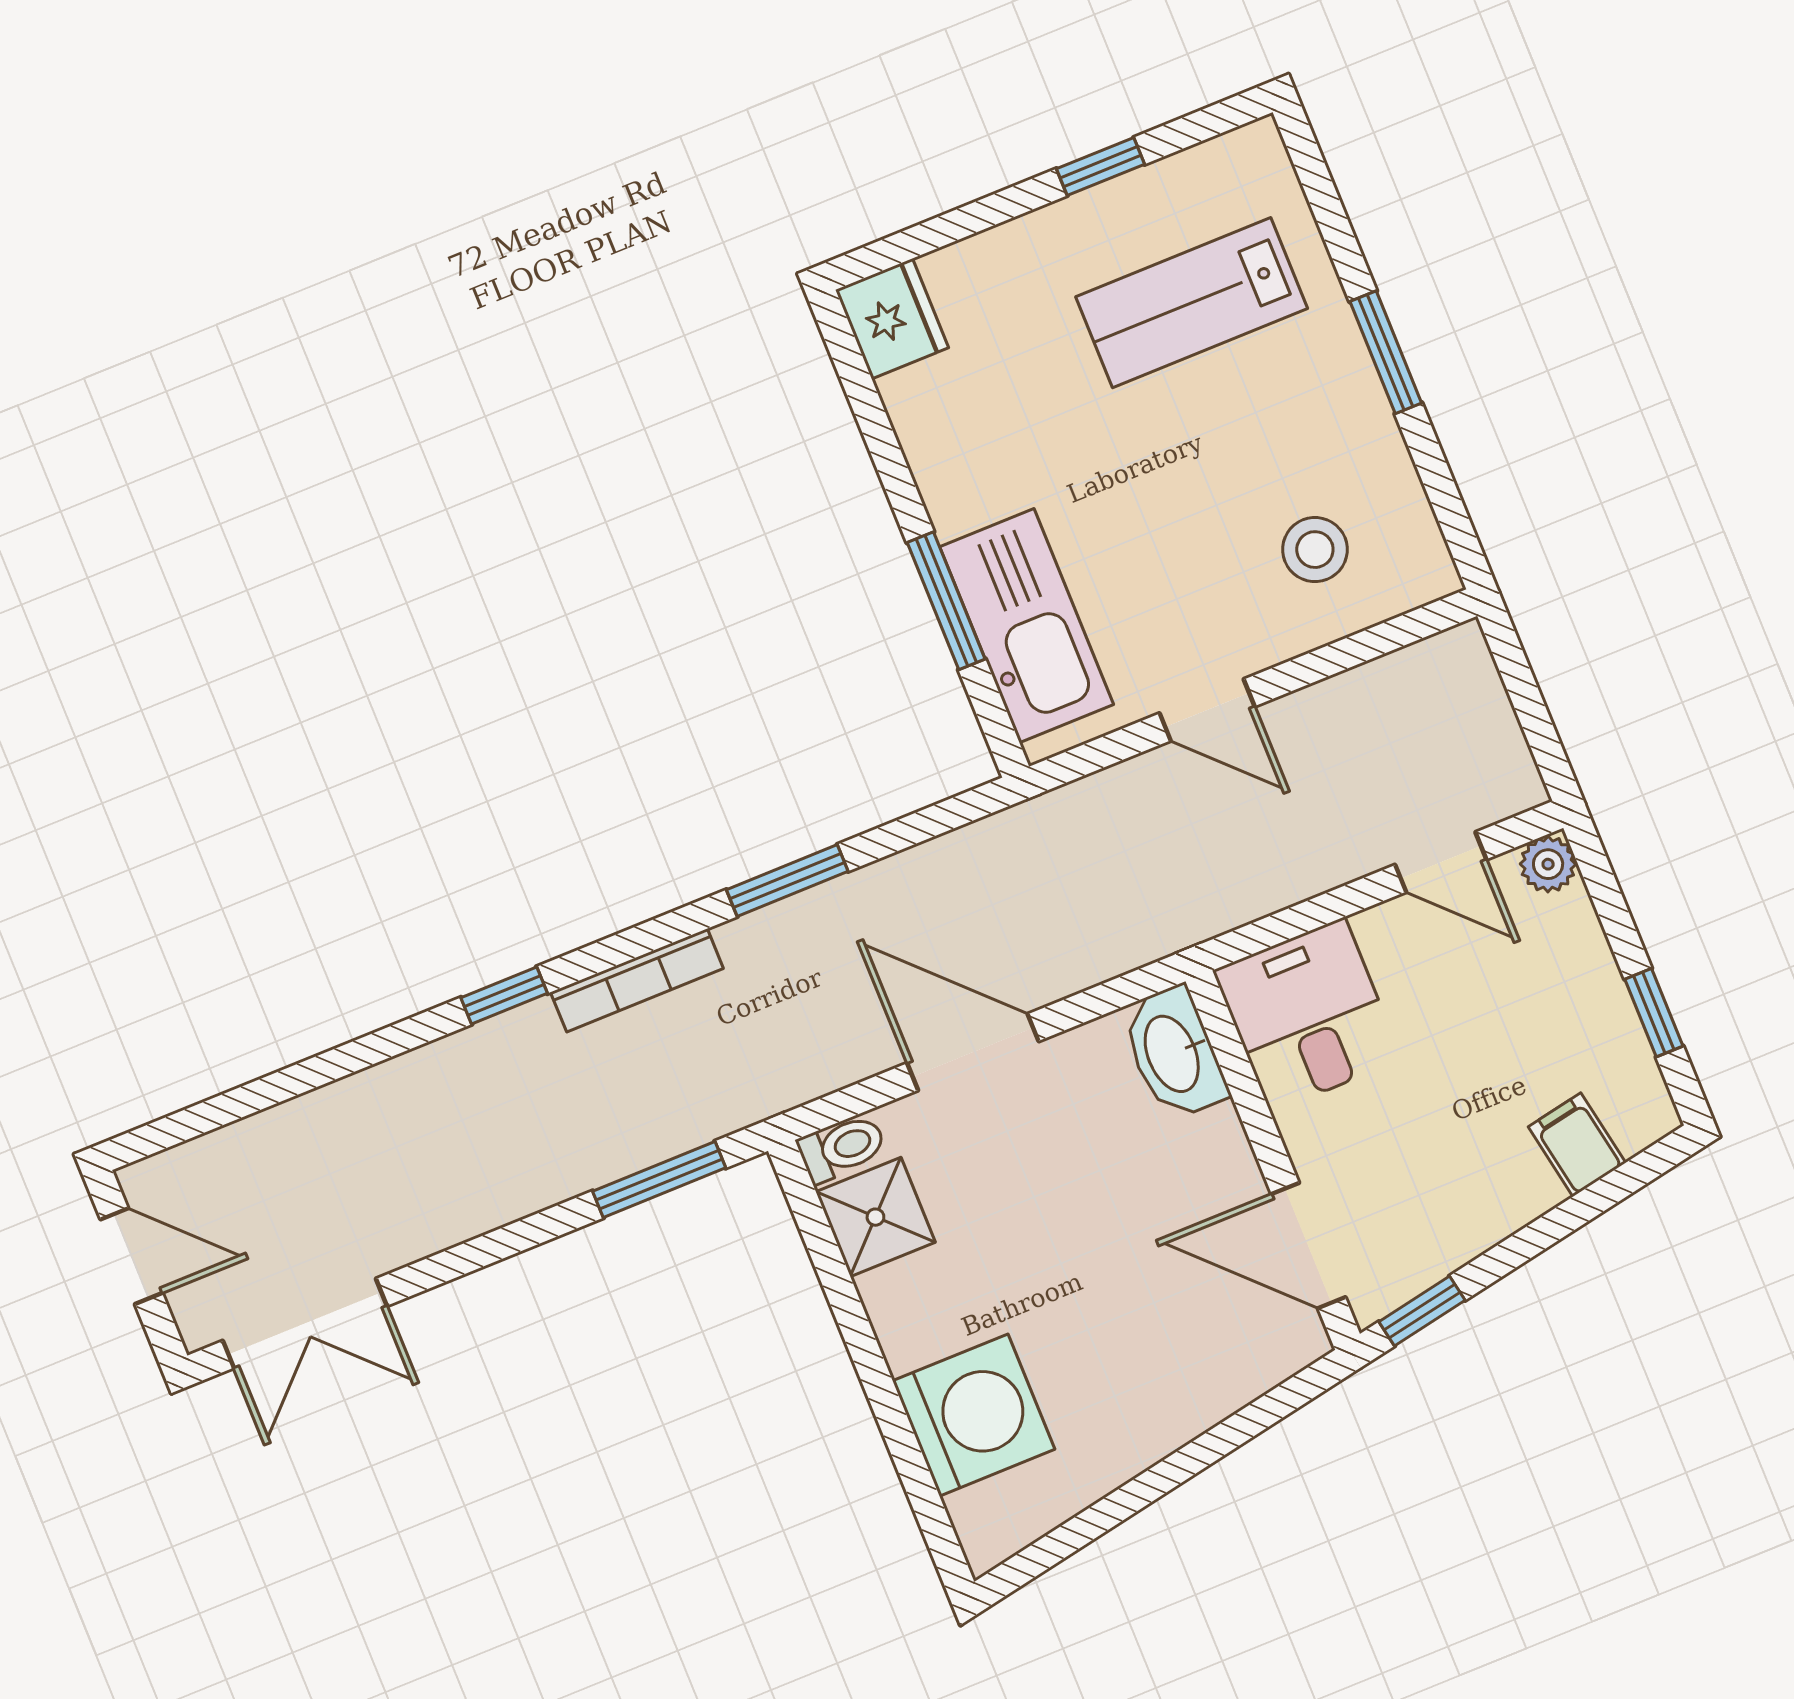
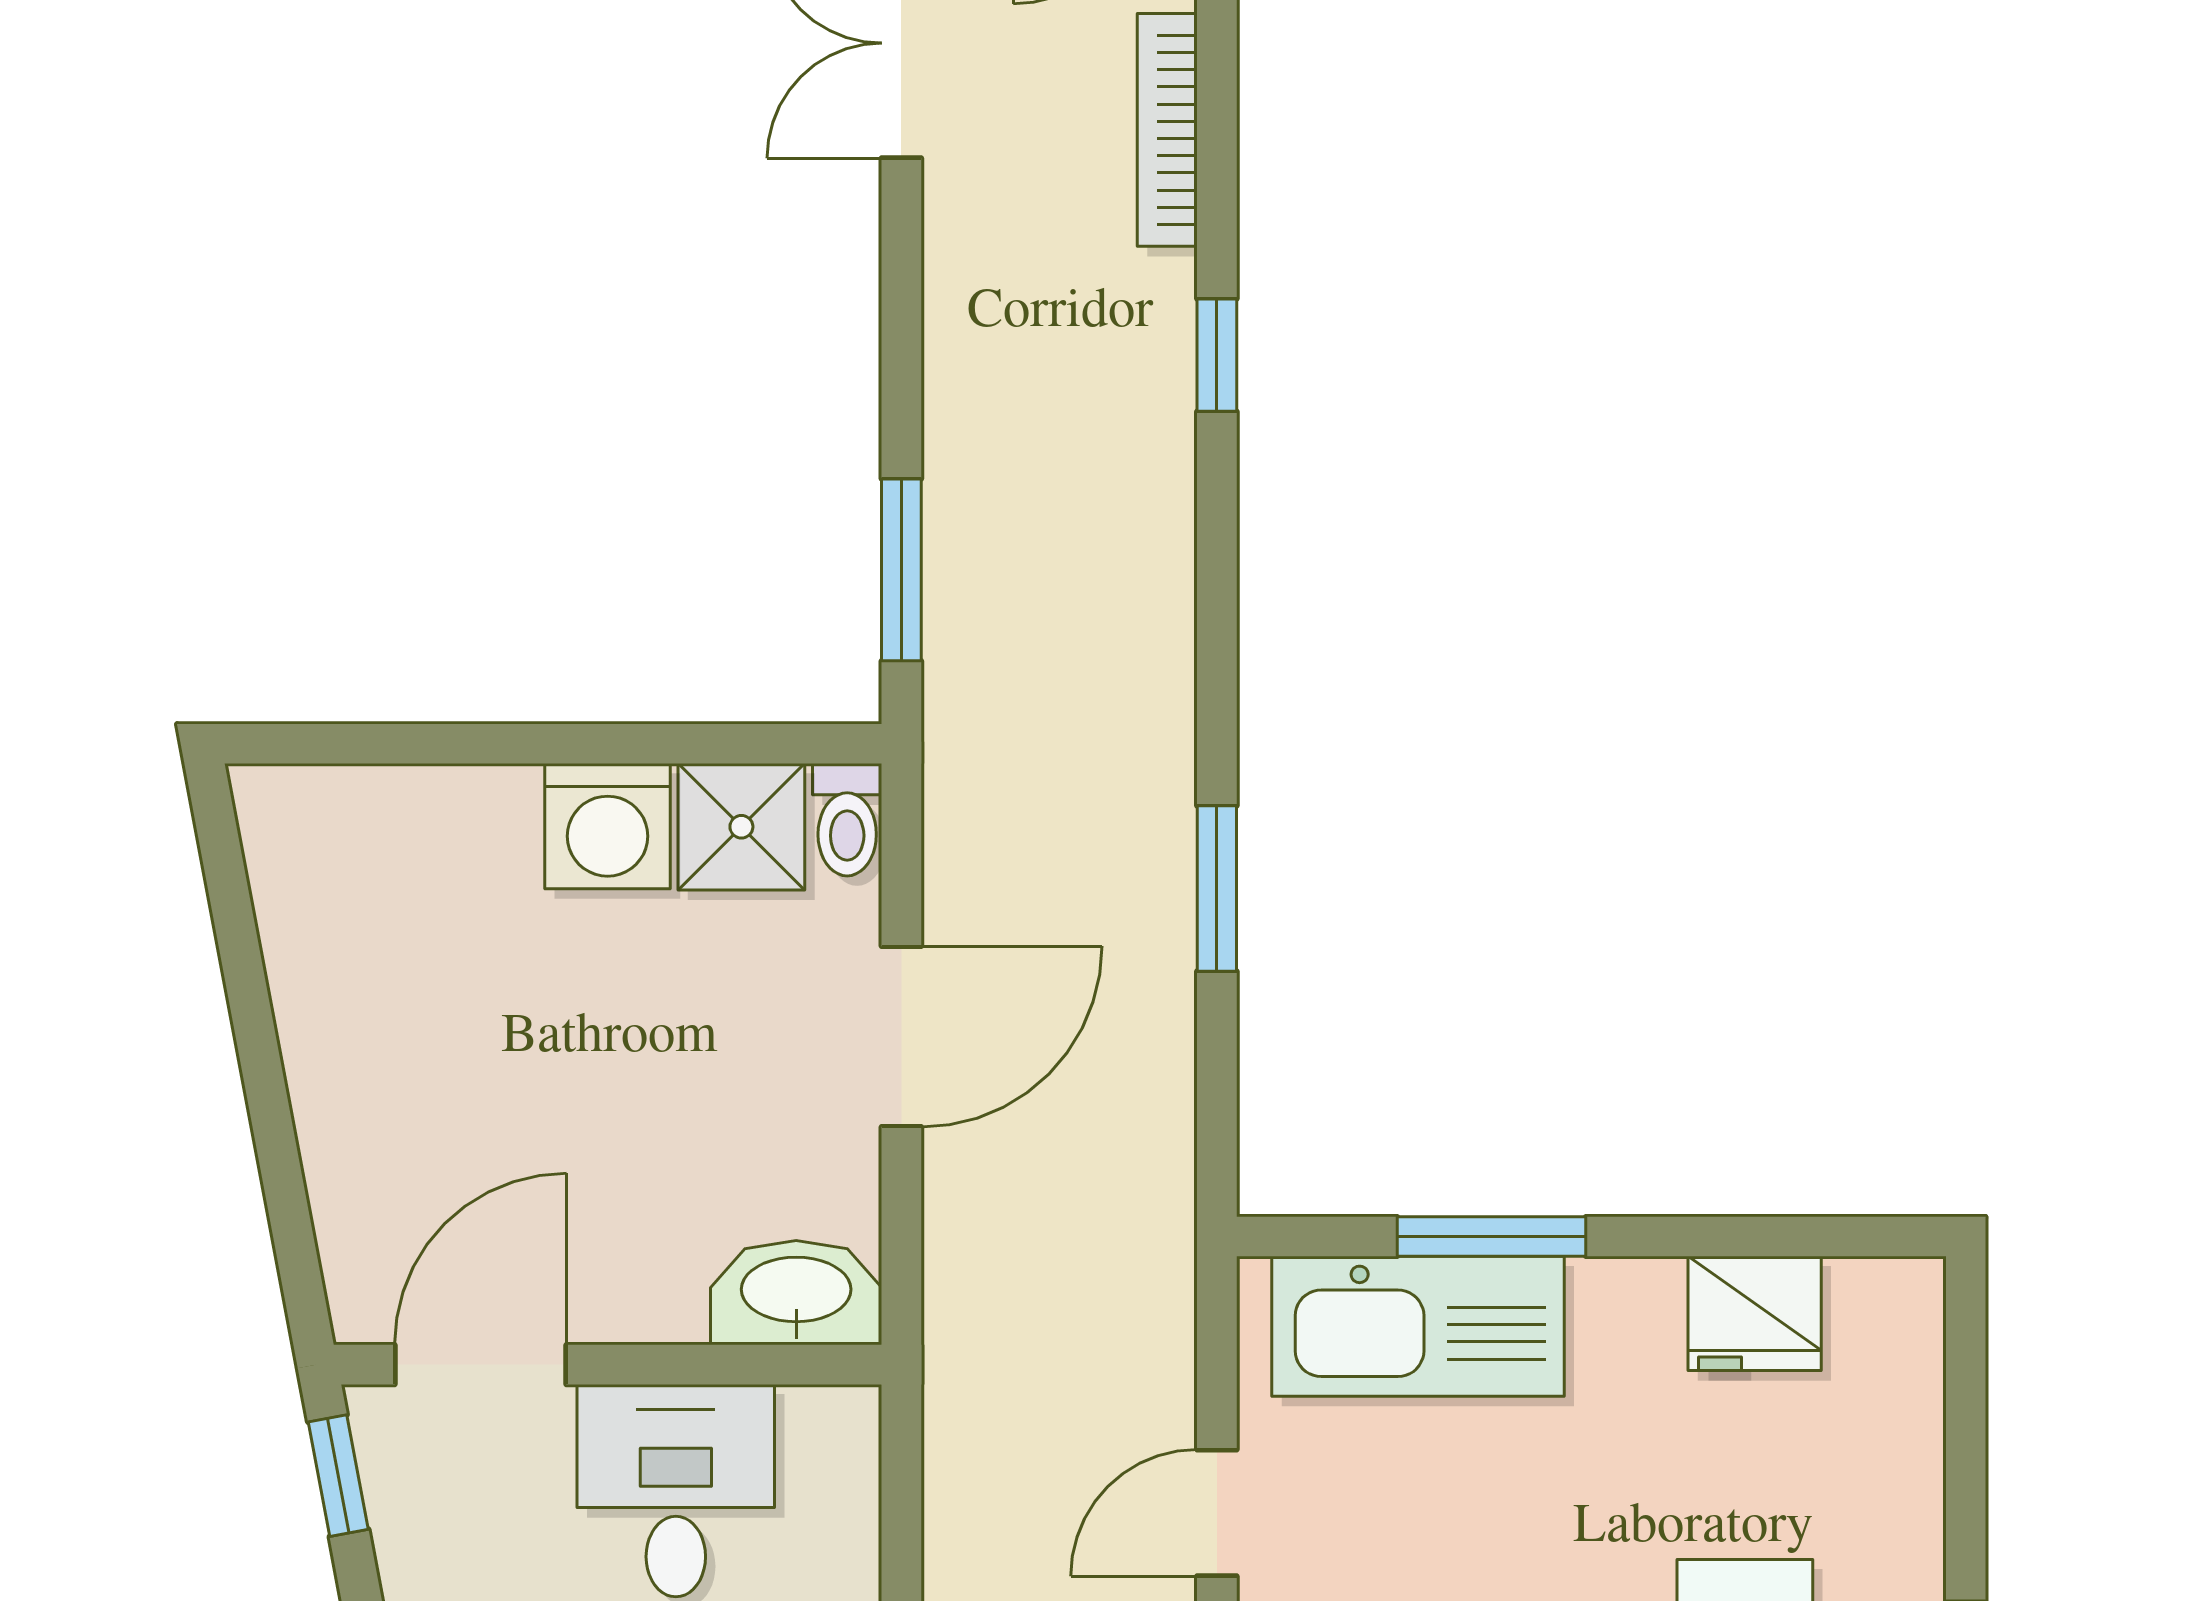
fridge: (892, 319) -> (1755, 1313), moved
bookcase: (637, 980) -> (1167, 130), moved
window: (504, 995) -> (1217, 355), moved
desk: (1307, 1015) -> (676, 1491), moved, turned -90
washing machine: (974, 1415) -> (608, 826), moved, width x0.73, depth x0.73

